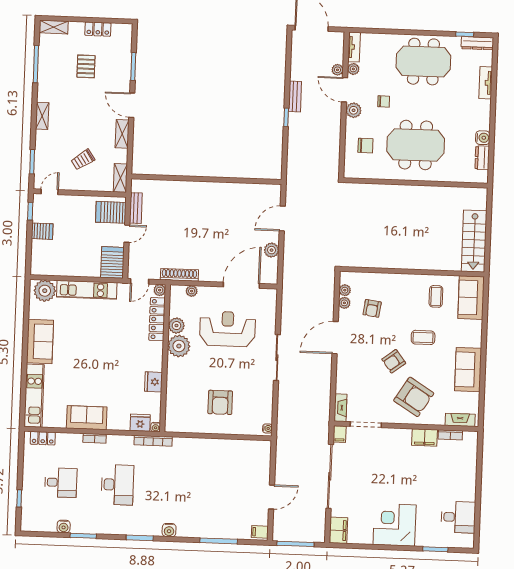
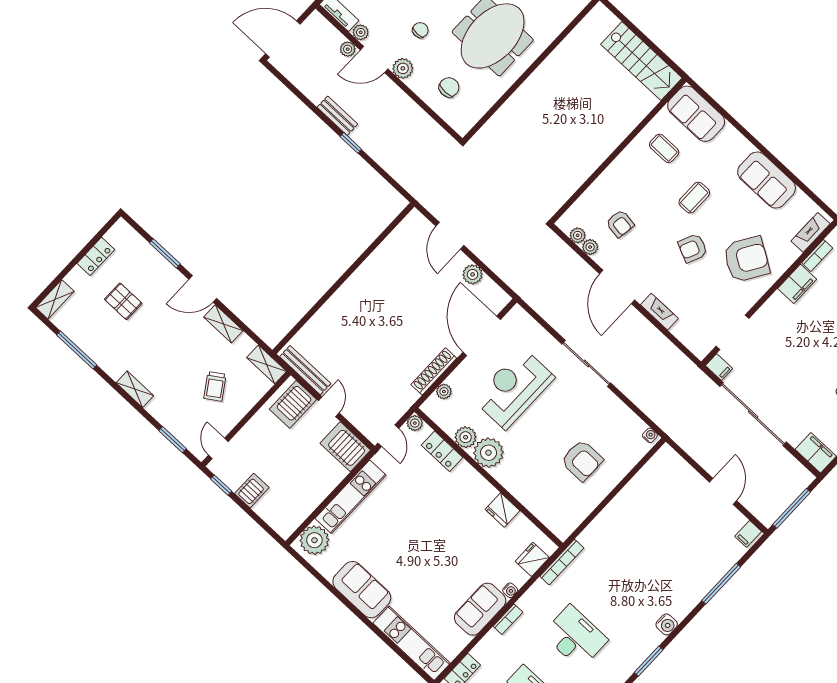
bench: (136, 208) -> (305, 370), width x1.36
shoe rack: (179, 275) -> (434, 371), moved
locker: (157, 319) -> (442, 451), width x0.66
armchair: (394, 361) -> (693, 248), turned 61
fireplace: (340, 408) -> (659, 312), moved
water cooler: (156, 427) -> (510, 590), moved

